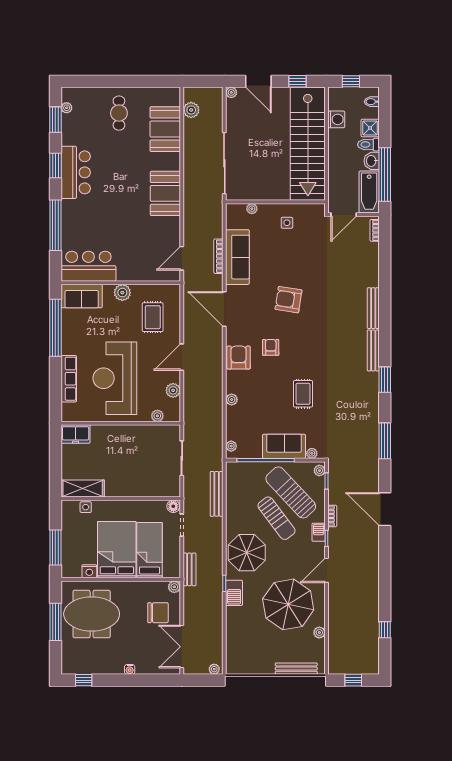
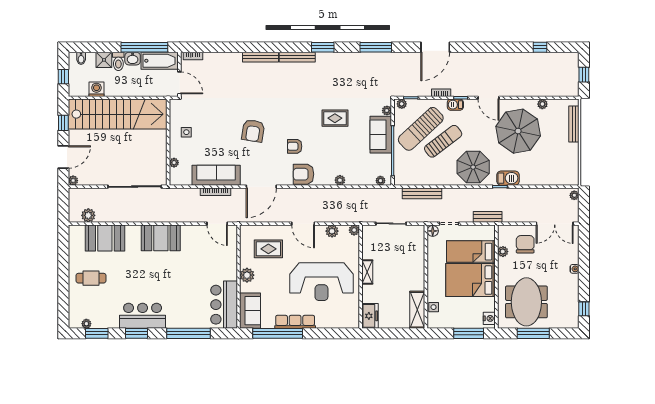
row of seats: (69, 379) -> (295, 322), moved
plant: (157, 416) -> (354, 230), moved
shelving: (126, 431) -> (367, 272), added
nightstand: (89, 571) -> (489, 318), moved
plant: (174, 587) -> (503, 252), moved

